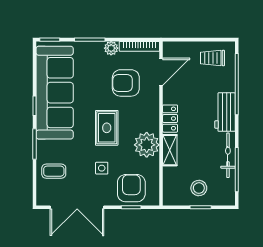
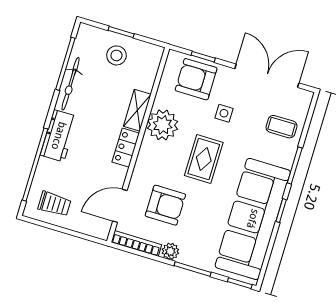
armchair: (131, 188) -> (196, 79), turned 90

